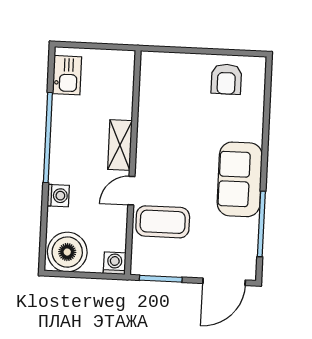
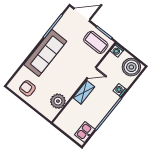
armchair: (226, 79) -> (27, 88), turned -90
plant: (155, 96) -> (58, 101), added
sofa: (240, 179) -> (45, 53), width x1.36
coffee table: (163, 222) -> (96, 42), moved

